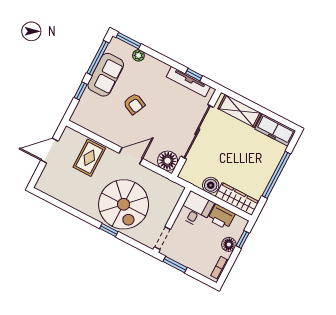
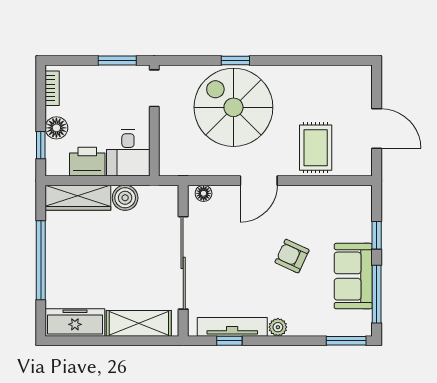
plant: (138, 55) -> (278, 327), moved
door: (49, 151) -> (377, 129), hinge flipped
floor lamp: (168, 161) -> (204, 193), width x0.53, depth x0.53

